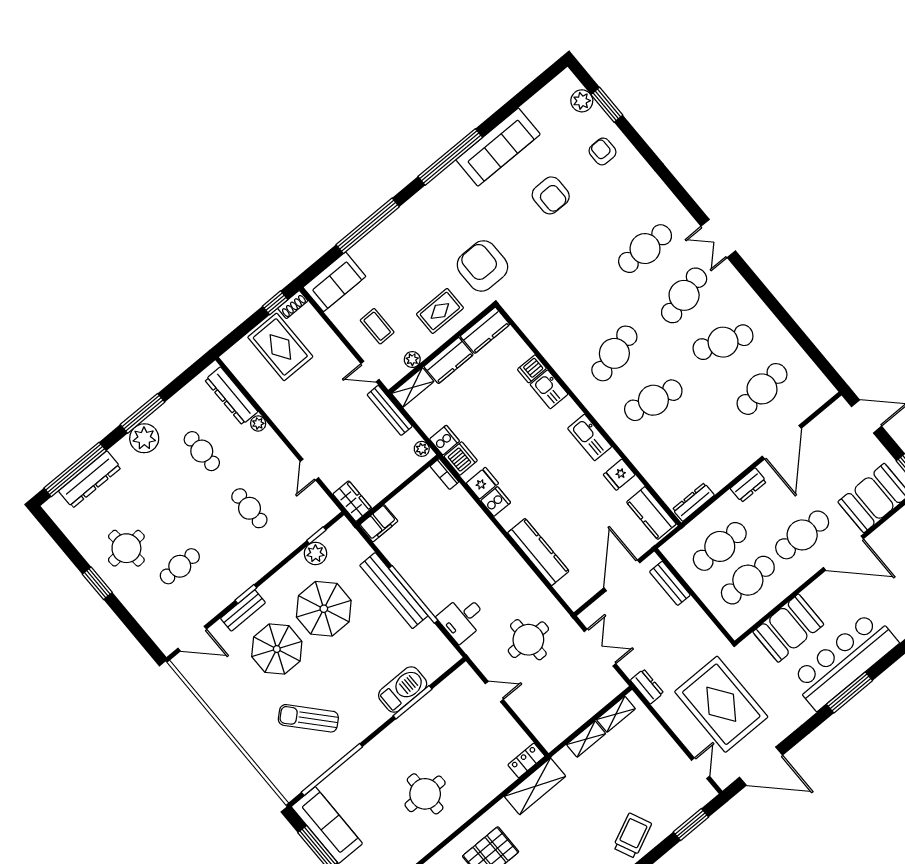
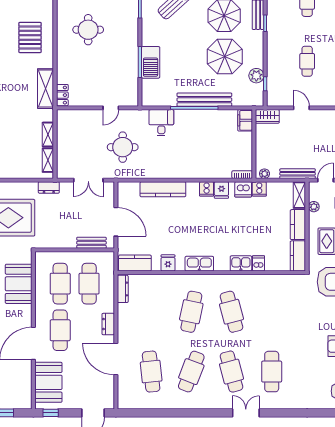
cafe table: (249, 508) -> (307, 61), turned 90

